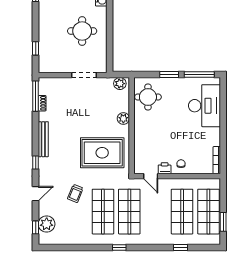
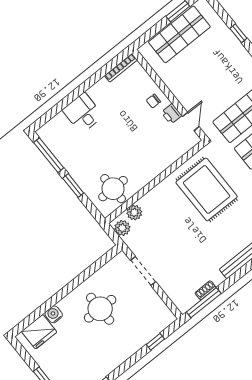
desk: (204, 106) -> (83, 113), width x0.53, depth x0.77
plant: (123, 118) -> (134, 213), moved
shop shelf: (182, 212) -> (201, 61), removed

